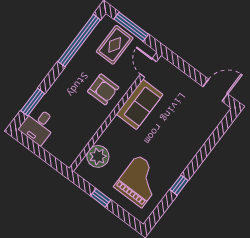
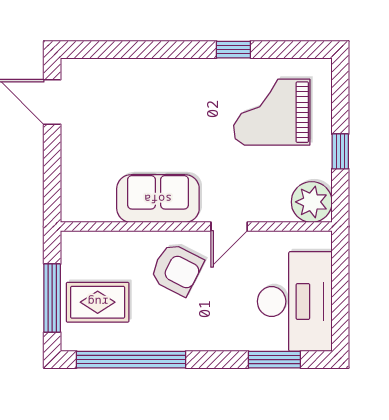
door: (148, 68) -> (229, 226), moved
armchair: (103, 89) -> (177, 269), turned 117
desk: (38, 126) -> (295, 301), width x1.87, depth x1.30
plant: (98, 156) -> (312, 202), moved

